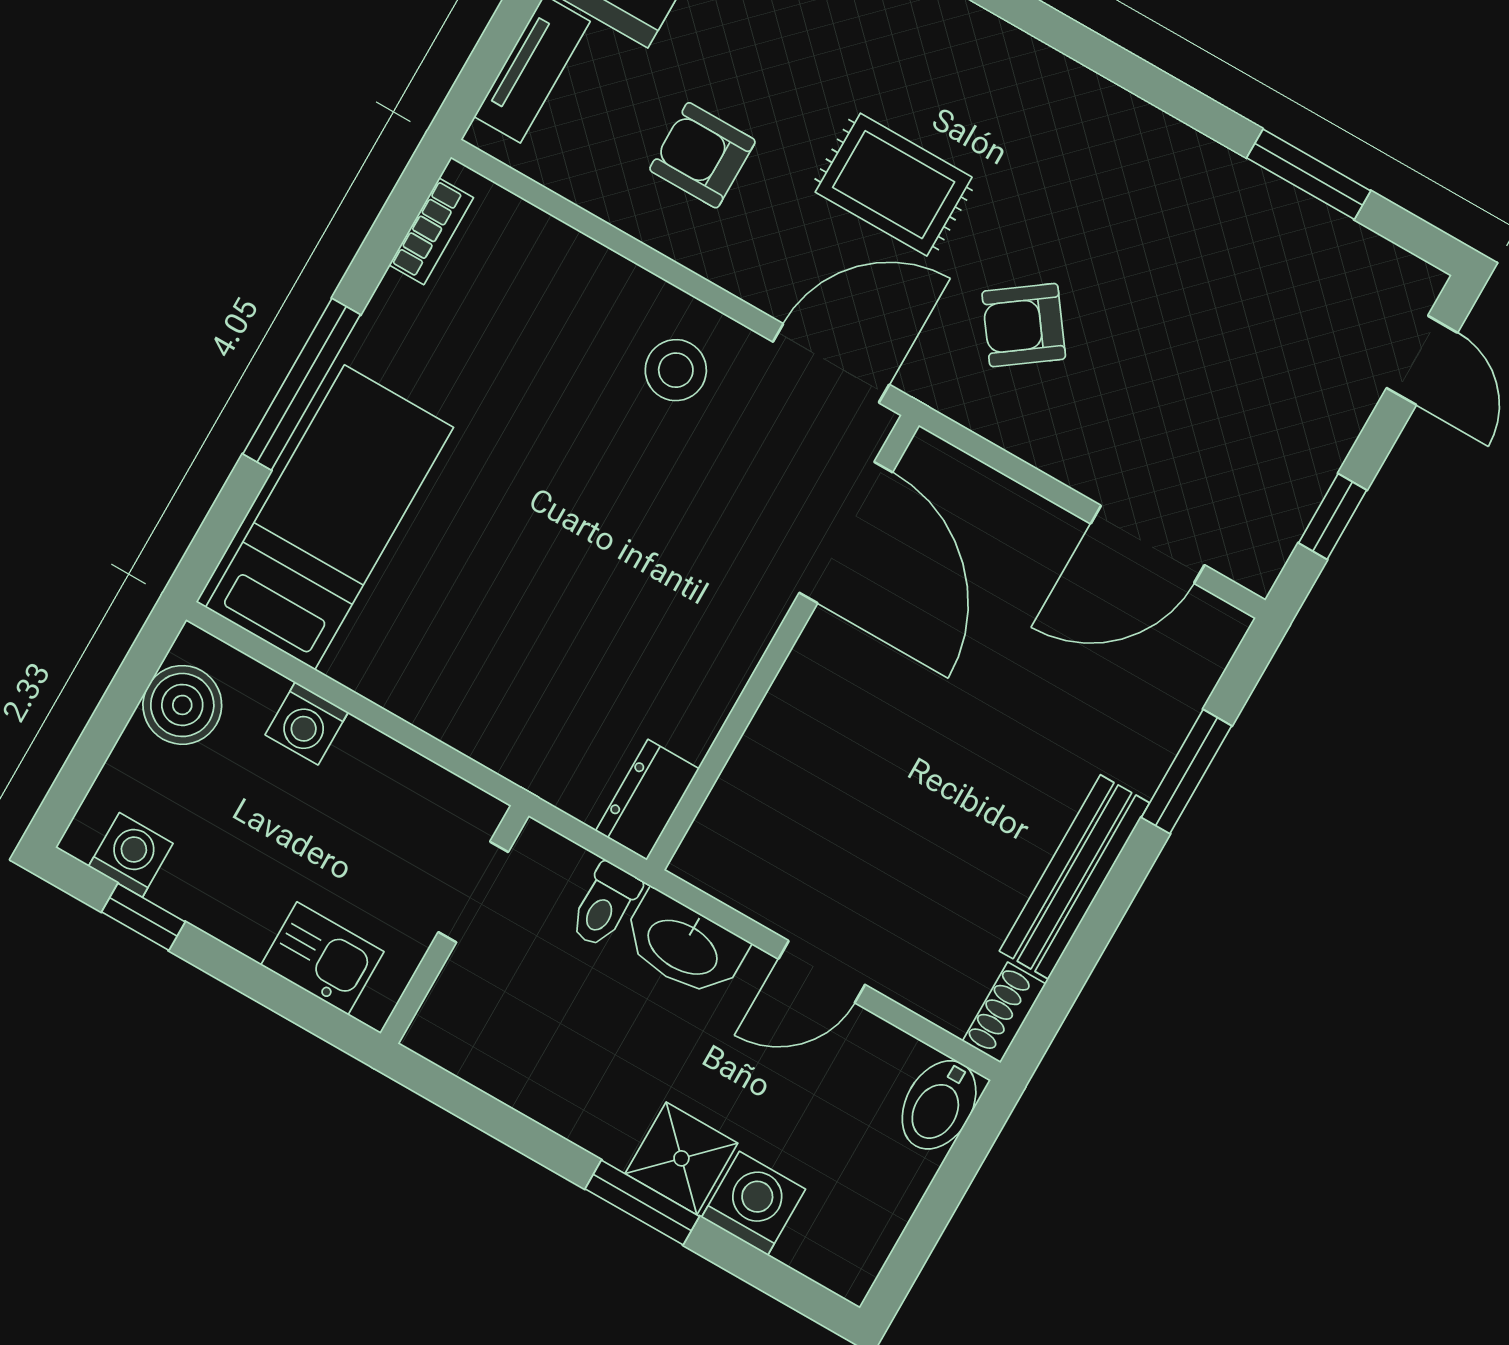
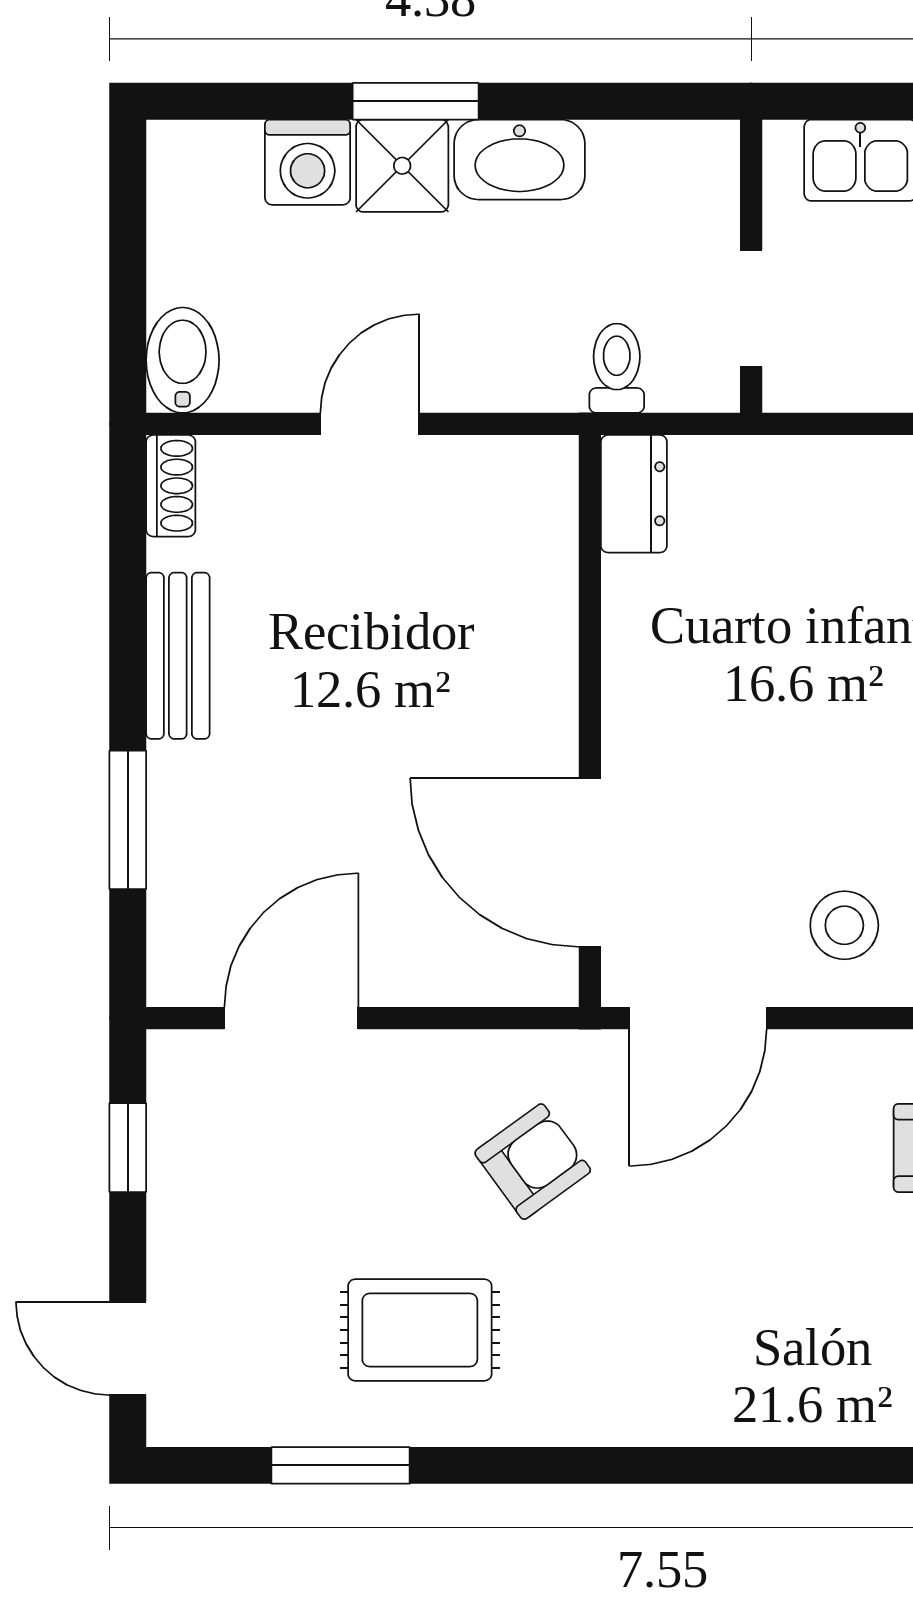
rug: (894, 185) -> (420, 1330), moved
bench: (1074, 877) -> (178, 656), width x0.73
washbasin: (684, 945) -> (520, 160), moved, turned 180

